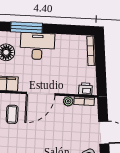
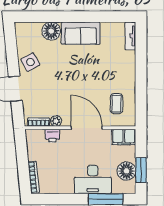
printer: (85, 89) -> (52, 136), moved
door: (41, 94) -> (87, 128), hinge flipped

